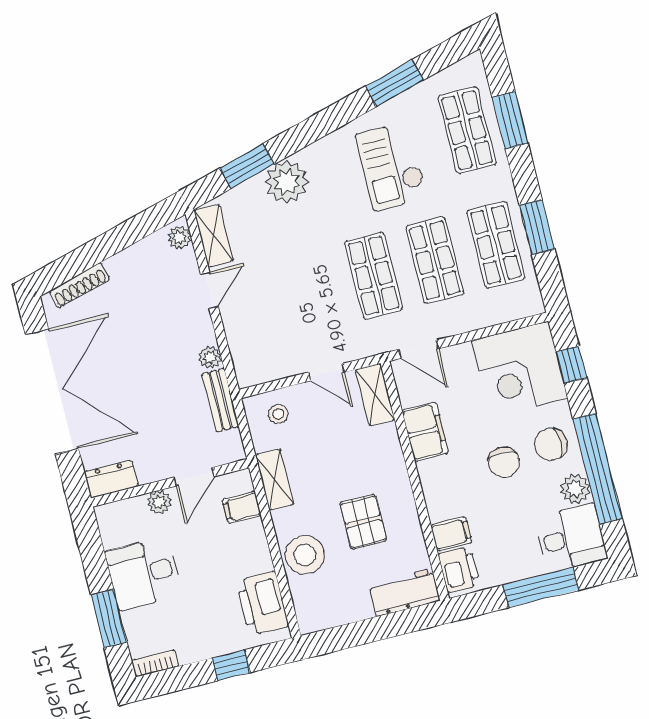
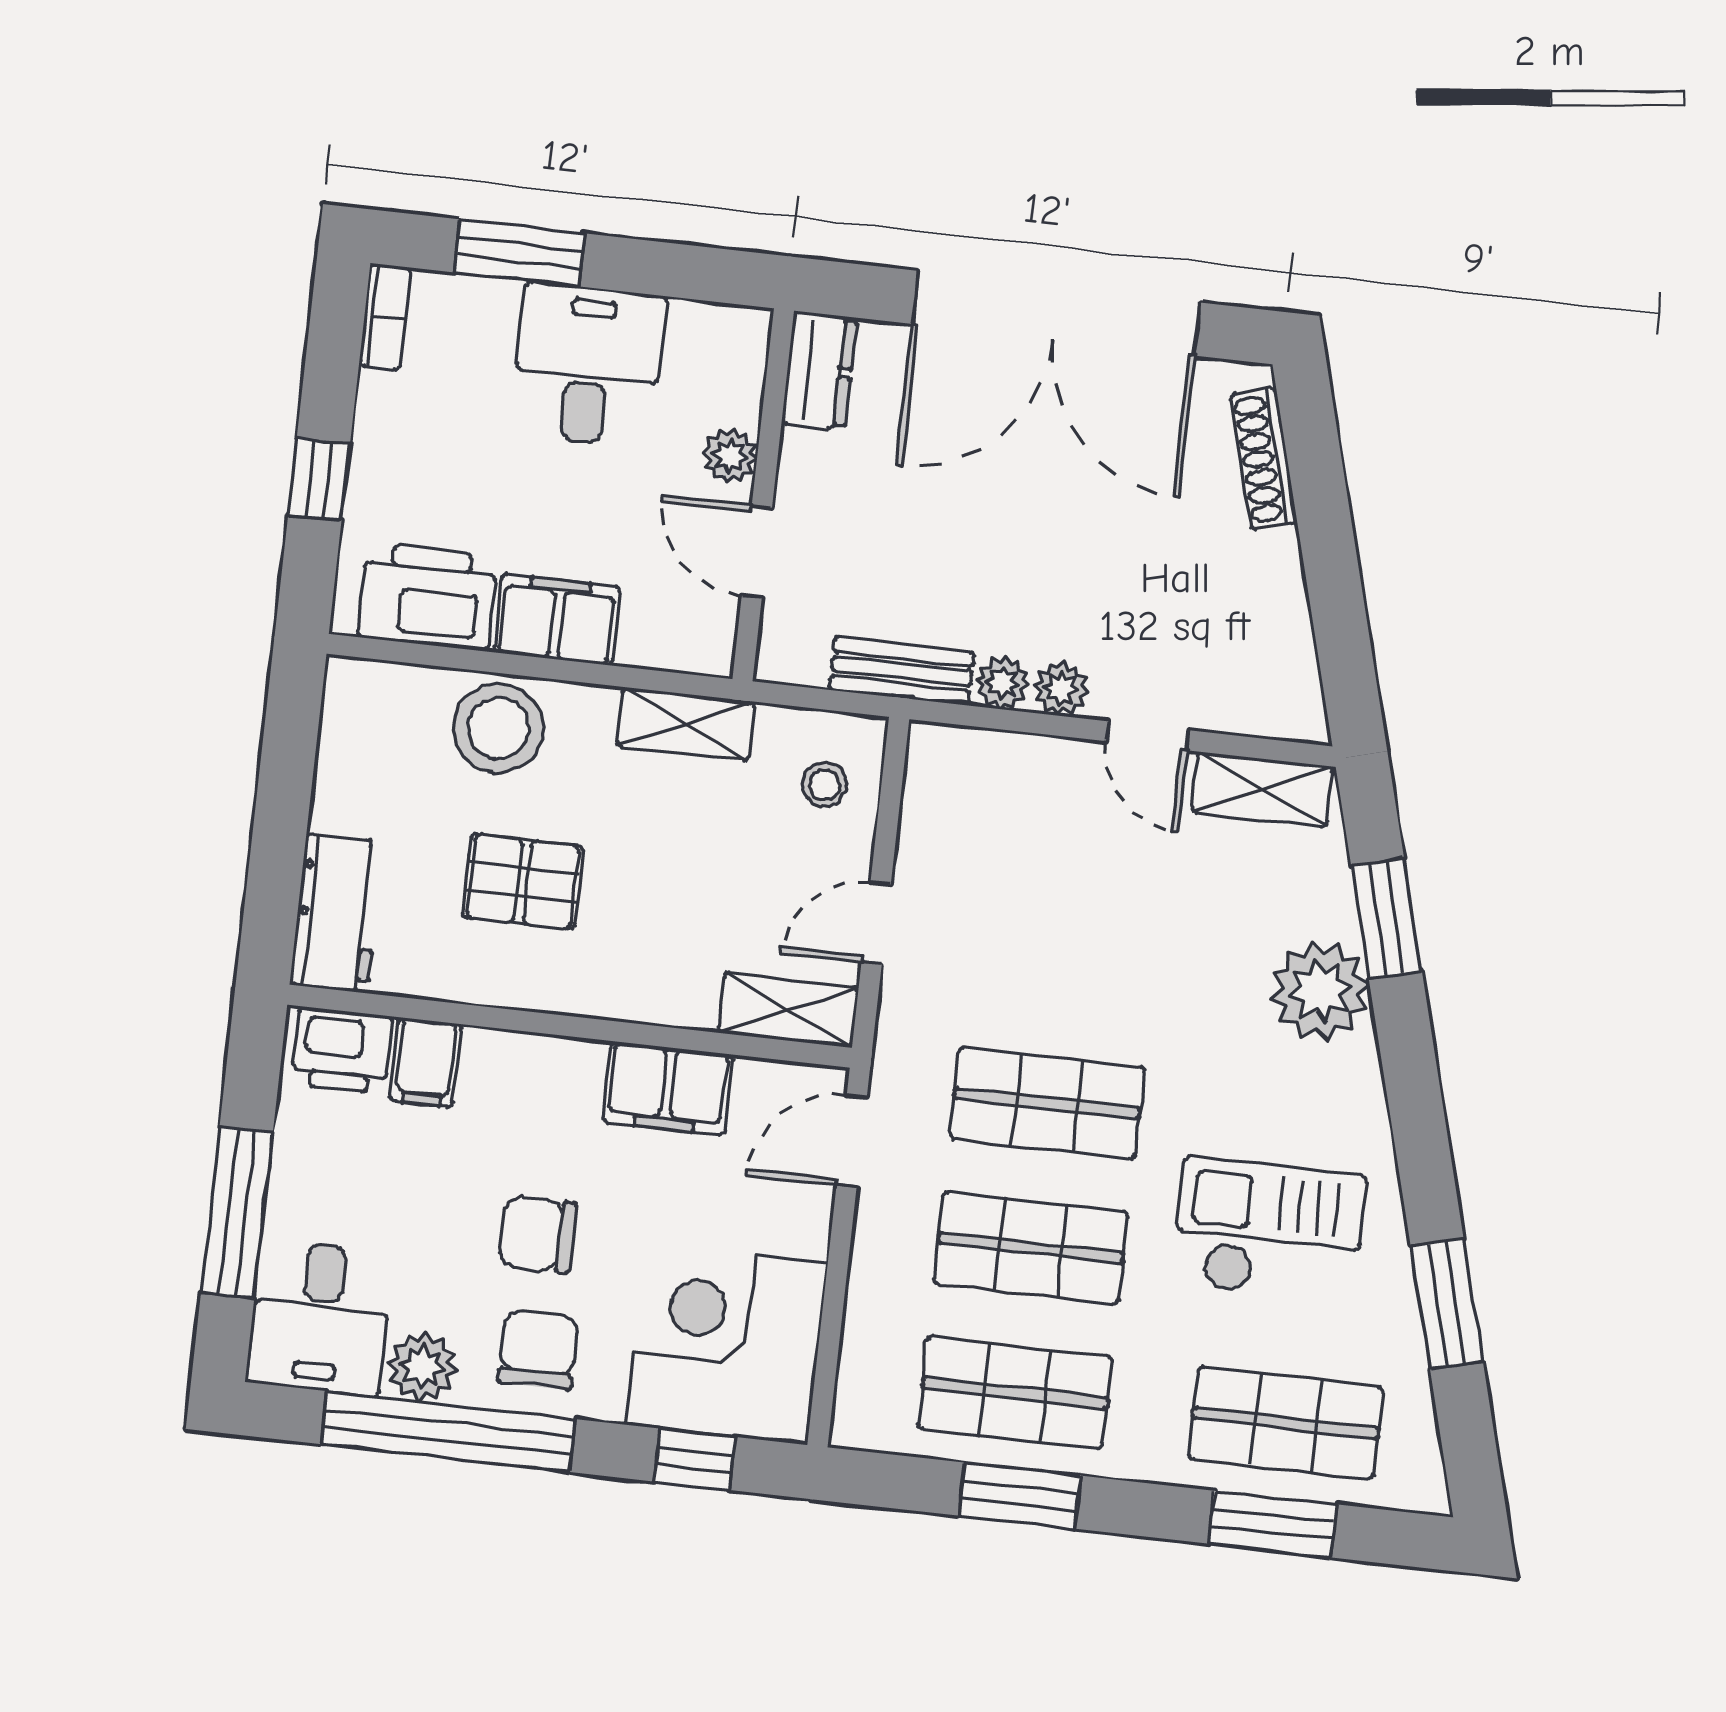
plant: (179, 237) -> (1061, 689), moved
filing cabinet: (242, 507) -> (557, 620), moved, width x2.00

